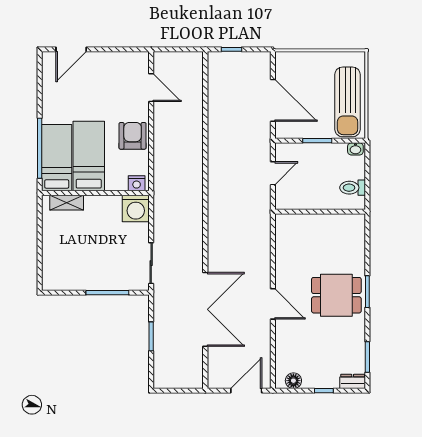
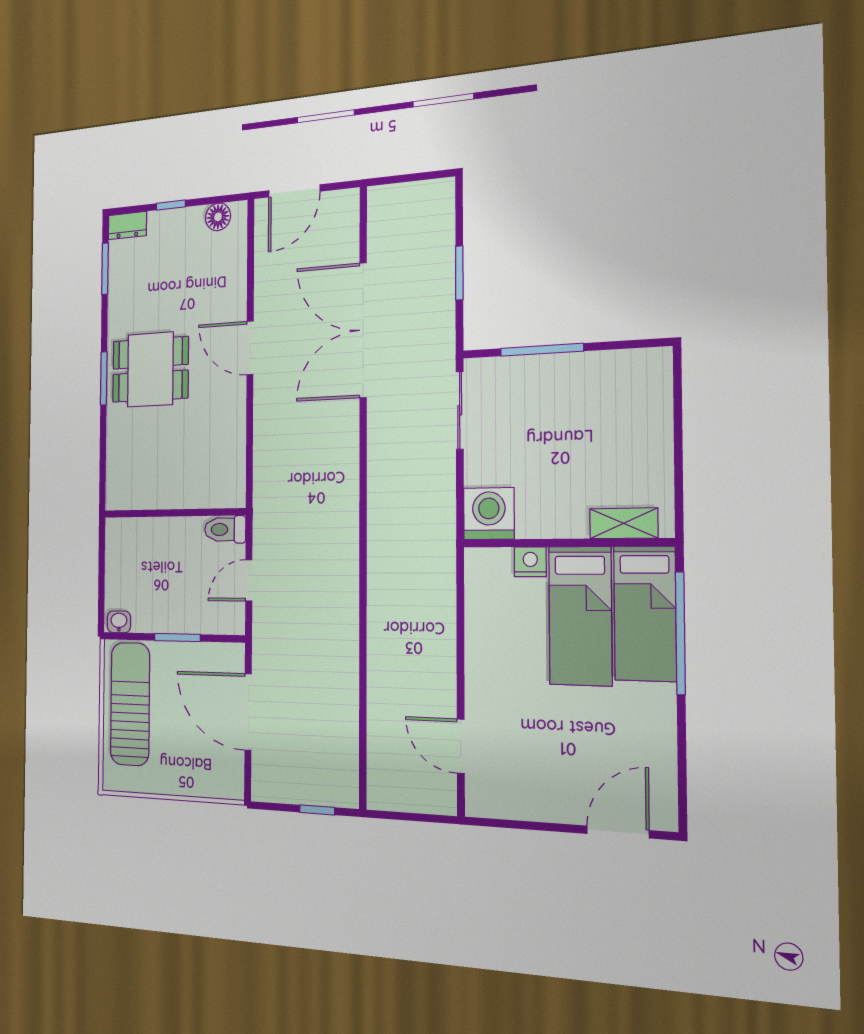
armchair: (133, 136) -> (495, 654), removed
nightstand: (137, 183) -> (530, 562), moved
toilet: (353, 188) -> (225, 529), moved, turned 180

